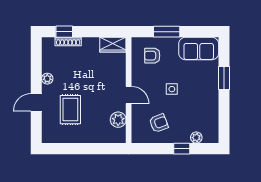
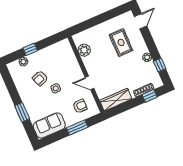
wardrobe: (113, 45) -> (116, 100), width x1.50
window: (36, 63) -> (160, 65), added
door: (129, 95) -> (90, 83), moved
door: (36, 102) -> (141, 21), moved
armchair: (159, 123) -> (40, 78), moved

